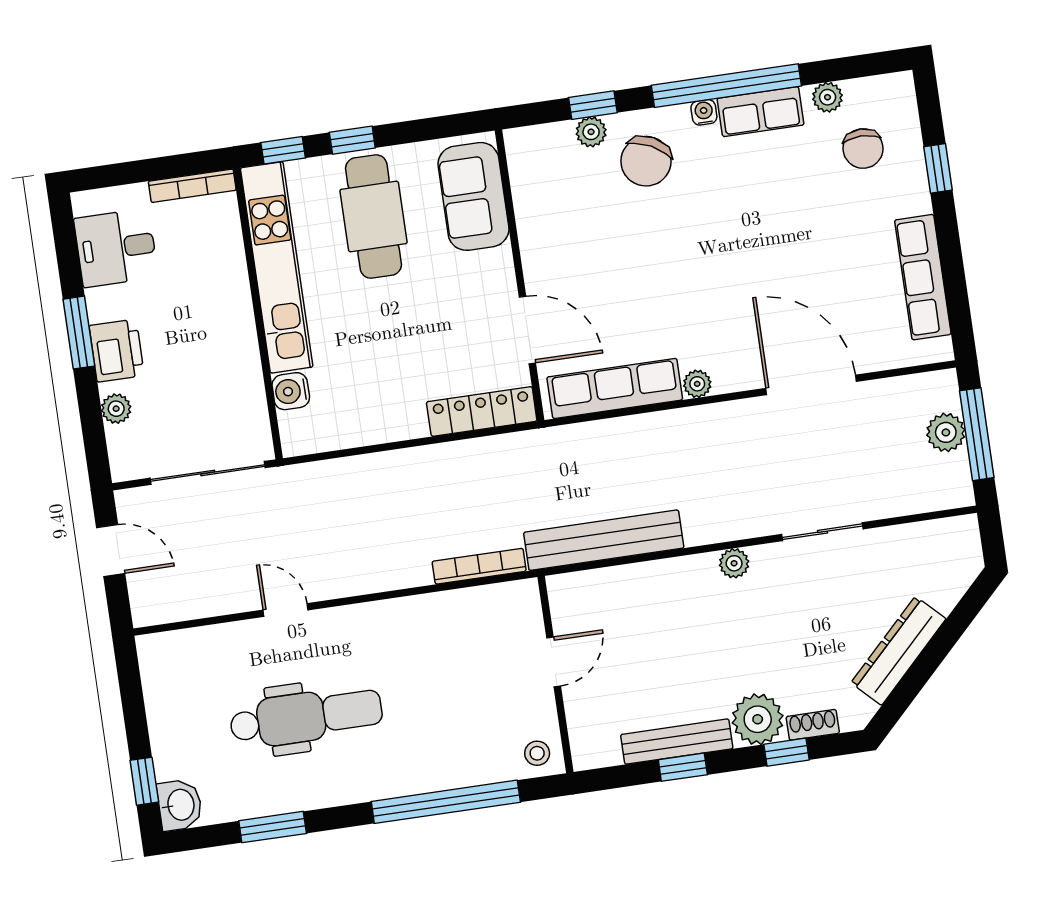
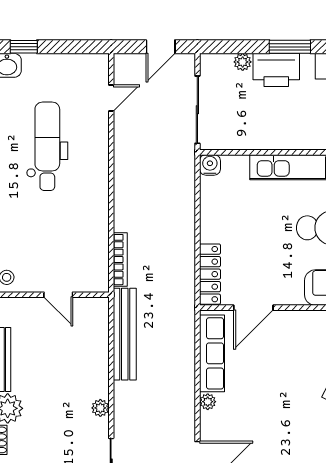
printer: (117, 351) -> (276, 70), width x1.37, depth x1.19
water cooler: (291, 391) -> (210, 165), moved
door: (285, 610) -> (111, 98), moved
dental chair: (306, 717) -> (47, 146), turned 180

